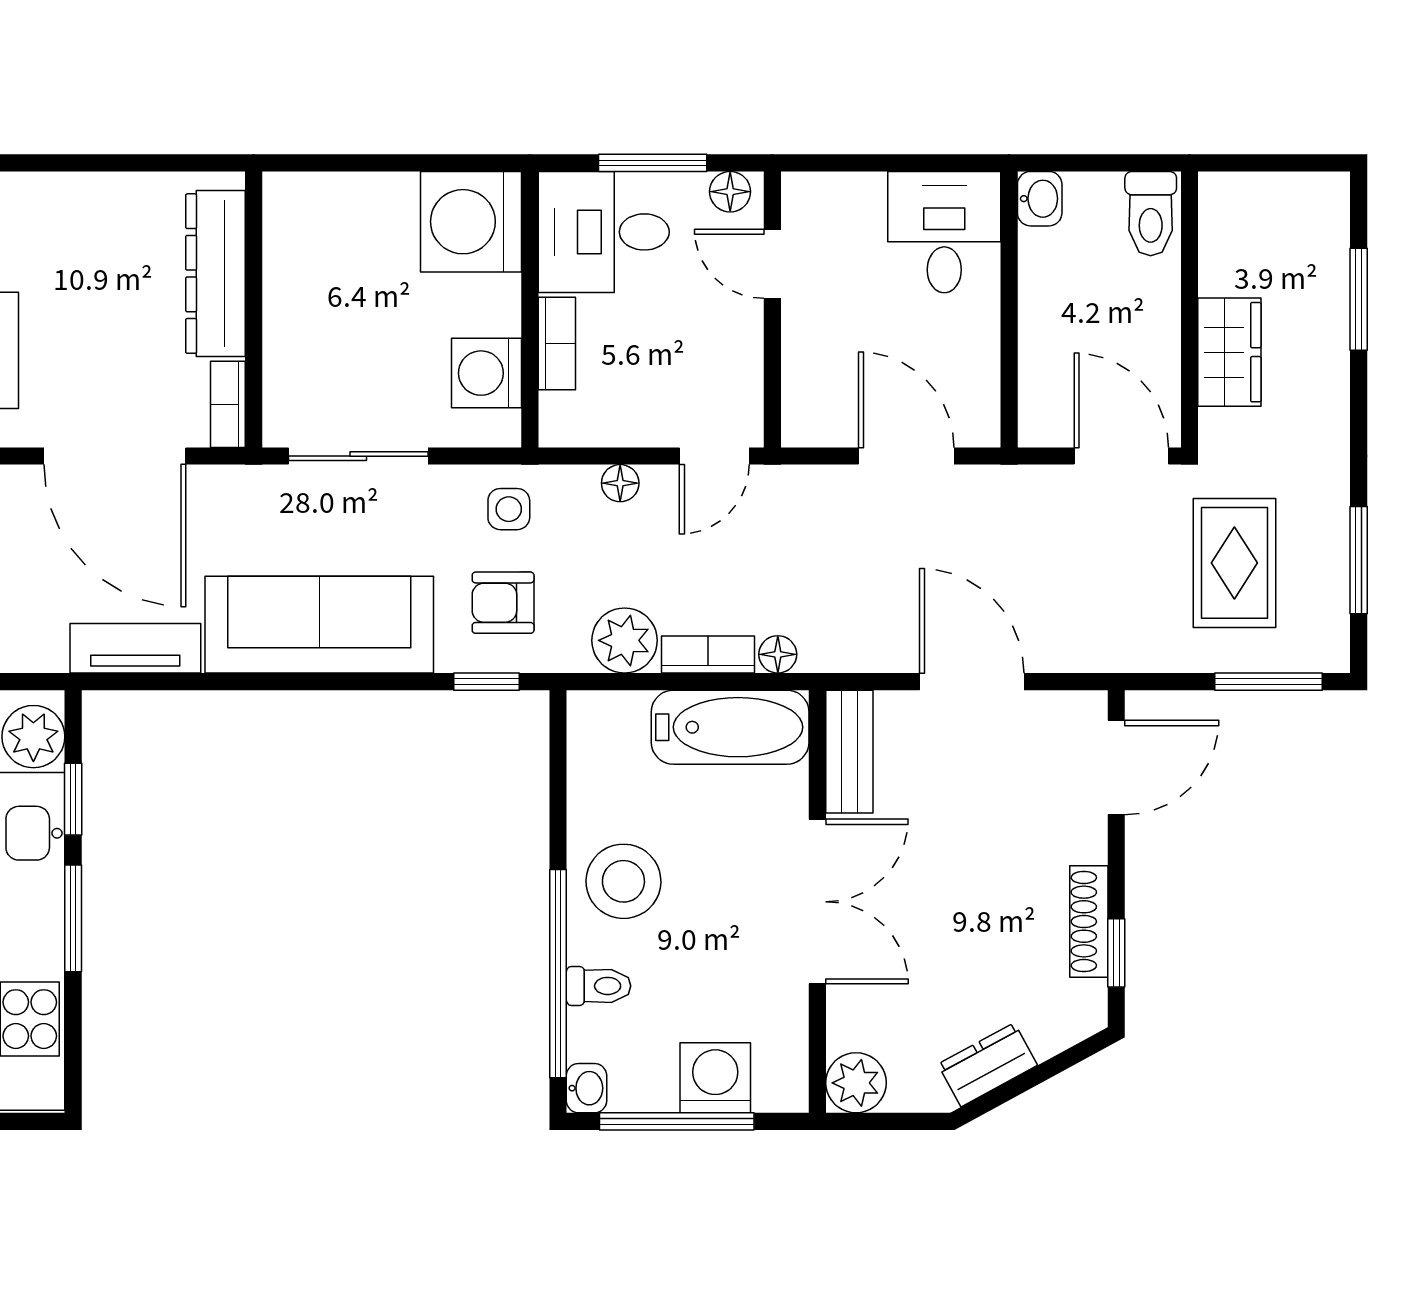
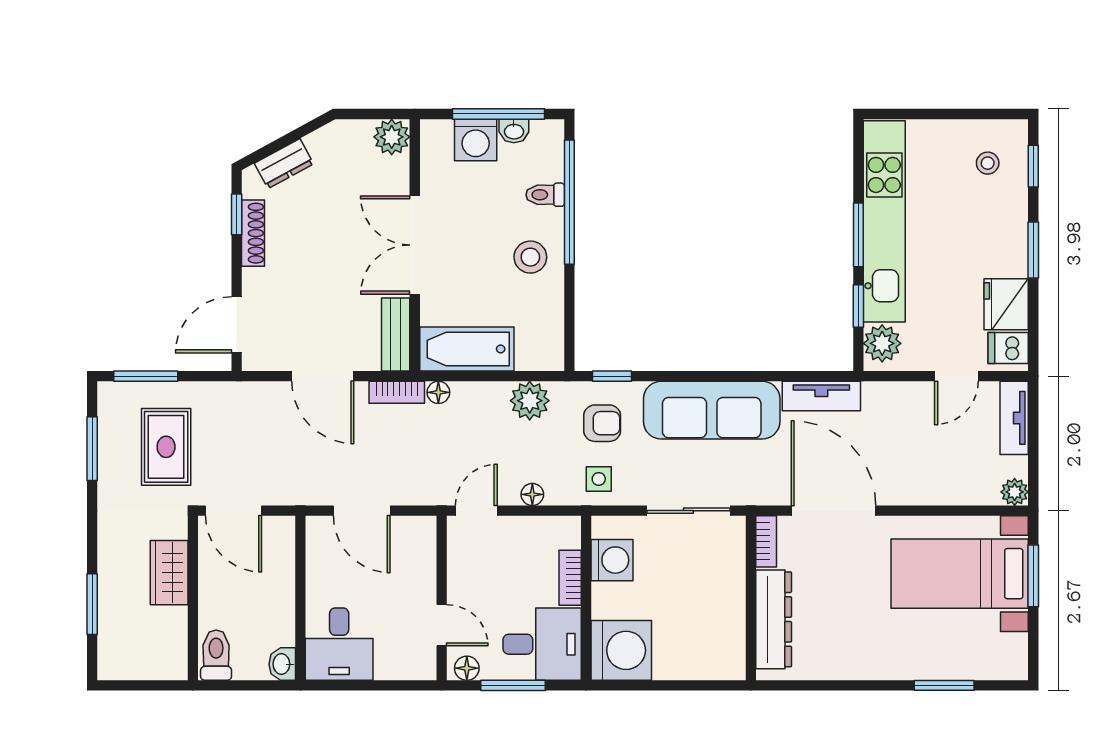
bookcase: (708, 655) -> (397, 392), moved
stool: (623, 881) -> (530, 257), width x0.73, depth x0.73
dresser: (988, 1065) -> (284, 164), moved
washbasin: (586, 1088) -> (514, 131), moved, turned -90

